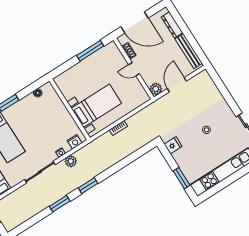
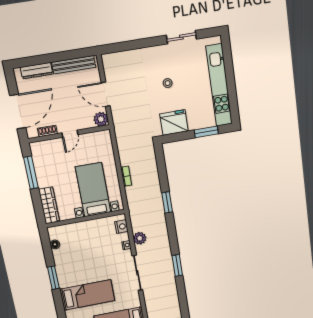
wardrobe: (69, 75) -> (49, 205), added
fridge: (173, 145) -> (174, 123), width x1.88, depth x1.34
window: (88, 186) -> (167, 202), moved

